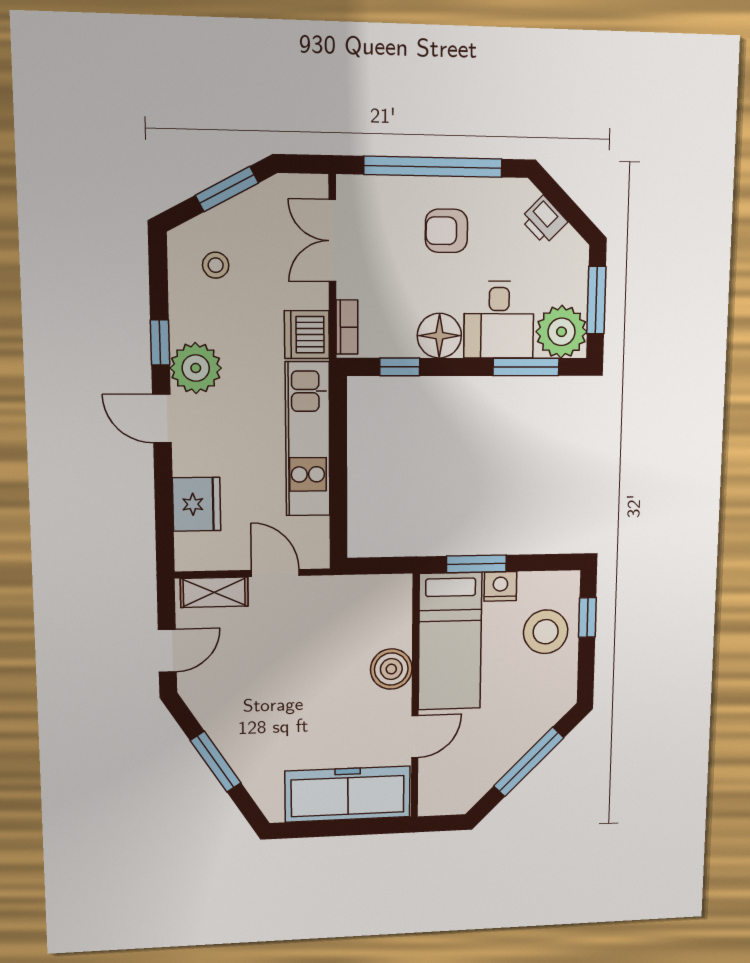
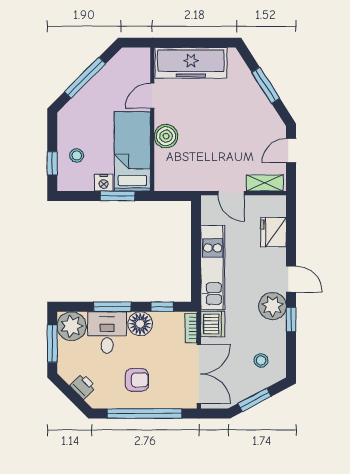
double door: (332, 241) -> (199, 374), width x1.37
window: (526, 367) -> (112, 307), moved
stool: (546, 632) -> (77, 155), width x0.53, depth x0.53

